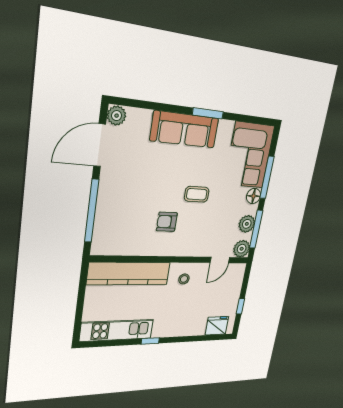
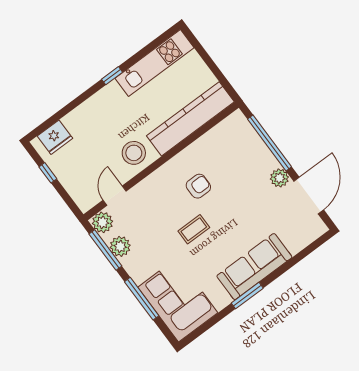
plant: (117, 116) -> (279, 178), moved
floor lamp: (253, 196) -> (138, 273), removed
stool: (184, 279) -> (134, 153), width x1.89, depth x1.89

